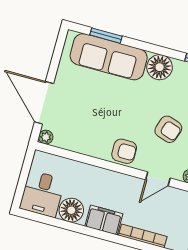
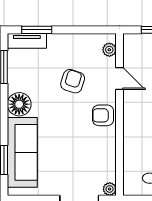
armchair: (124, 151) -> (103, 115), turned -90

